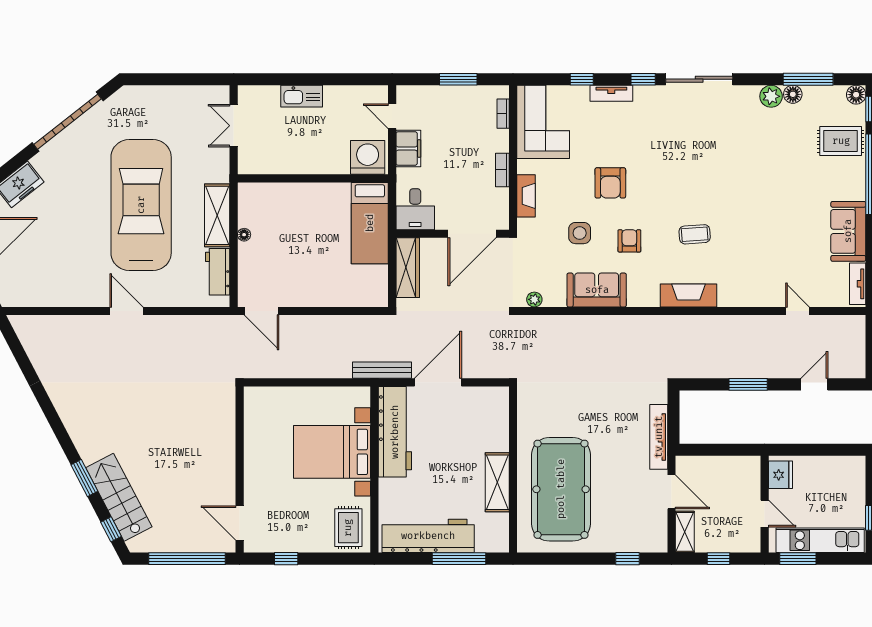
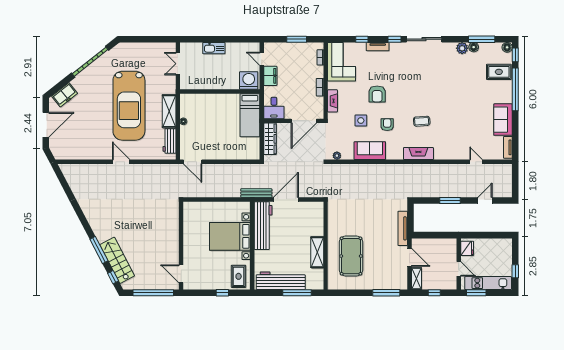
car: (141, 205) -> (129, 106), turned 180
window: (84, 478) -> (99, 250), width x1.44
pool table: (561, 489) -> (351, 256), width x0.73, depth x0.76
window: (286, 559) -> (222, 293), moved
window: (628, 559) -> (386, 293), width x2.17

